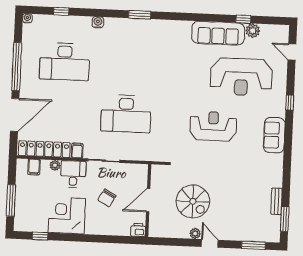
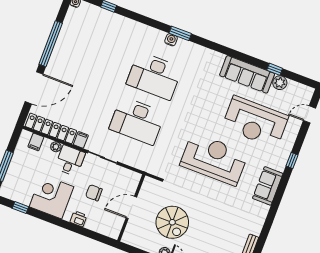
water cooler: (98, 22) -> (171, 40), moved
door: (292, 52) -> (310, 114), hinge flipped
desk: (65, 62) -> (154, 76), moved
reception desk: (213, 126) -> (214, 159), width x1.36, depth x1.30
chair: (107, 198) -> (94, 193), turned 60
printer: (138, 230) -> (78, 219), moved

